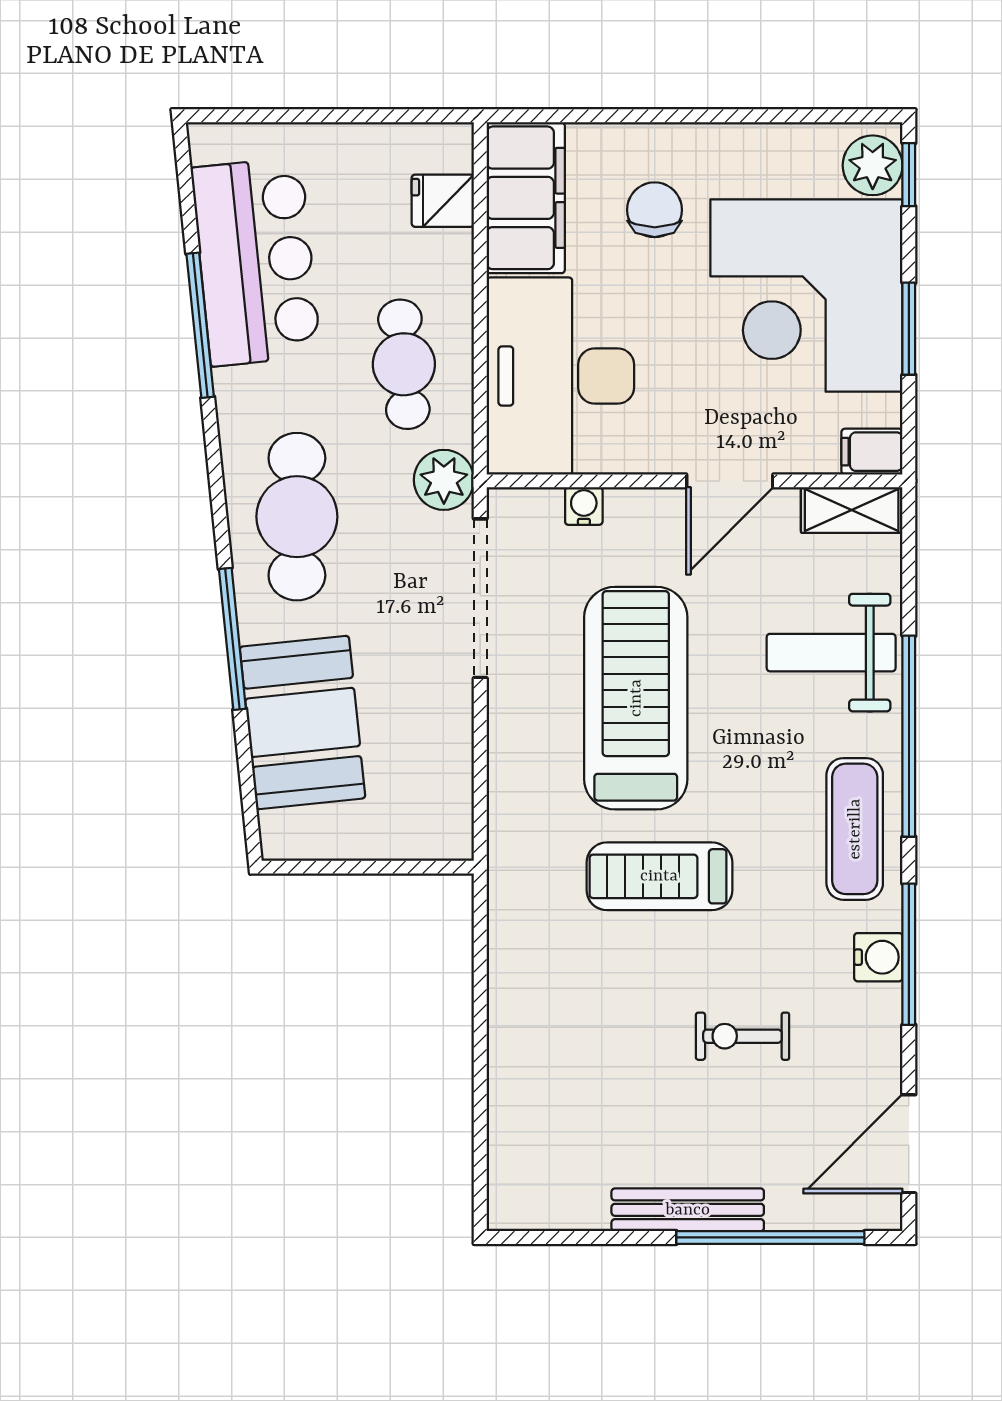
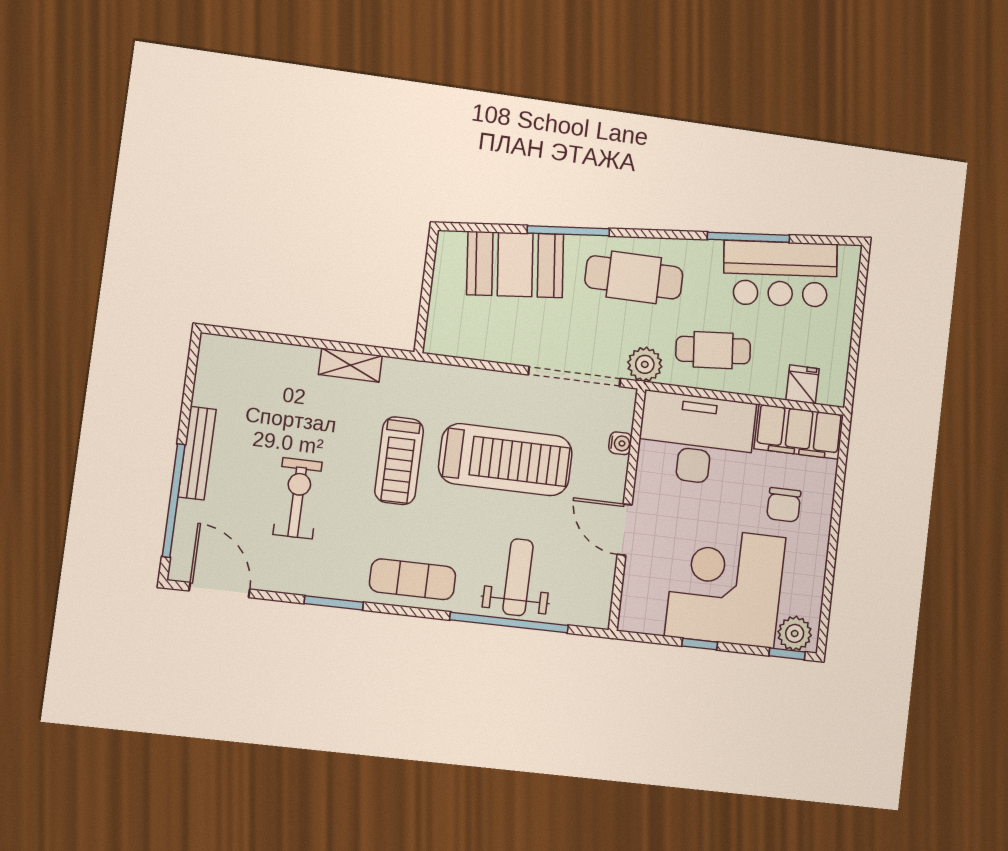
chair: (655, 210) -> (784, 505), turned 90
window: (909, 329) -> (700, 644), width x0.67
filing cabinet: (872, 452) -> (632, 615), removed
shelving: (852, 510) -> (350, 365), moved, turned 90
window: (909, 736) -> (509, 623), moved
treadmill: (659, 876) -> (399, 461), turned 180
window: (909, 954) -> (334, 603), width x0.69
water cooler: (878, 957) -> (334, 585), removed
exercise bike: (742, 1036) -> (298, 498), width x1.38, depth x1.39

